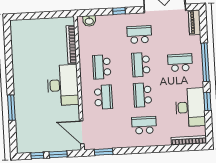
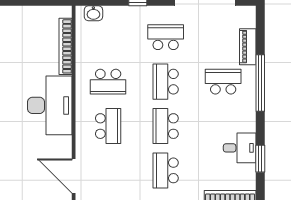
piano: (195, 22) -> (248, 47), moved
school desk: (102, 67) -> (108, 82), turned -90
window: (207, 101) -> (260, 159), moved
desk: (190, 107) -> (240, 148), width x0.53, depth x0.77
school desk: (144, 125) -> (166, 170), turned -90

